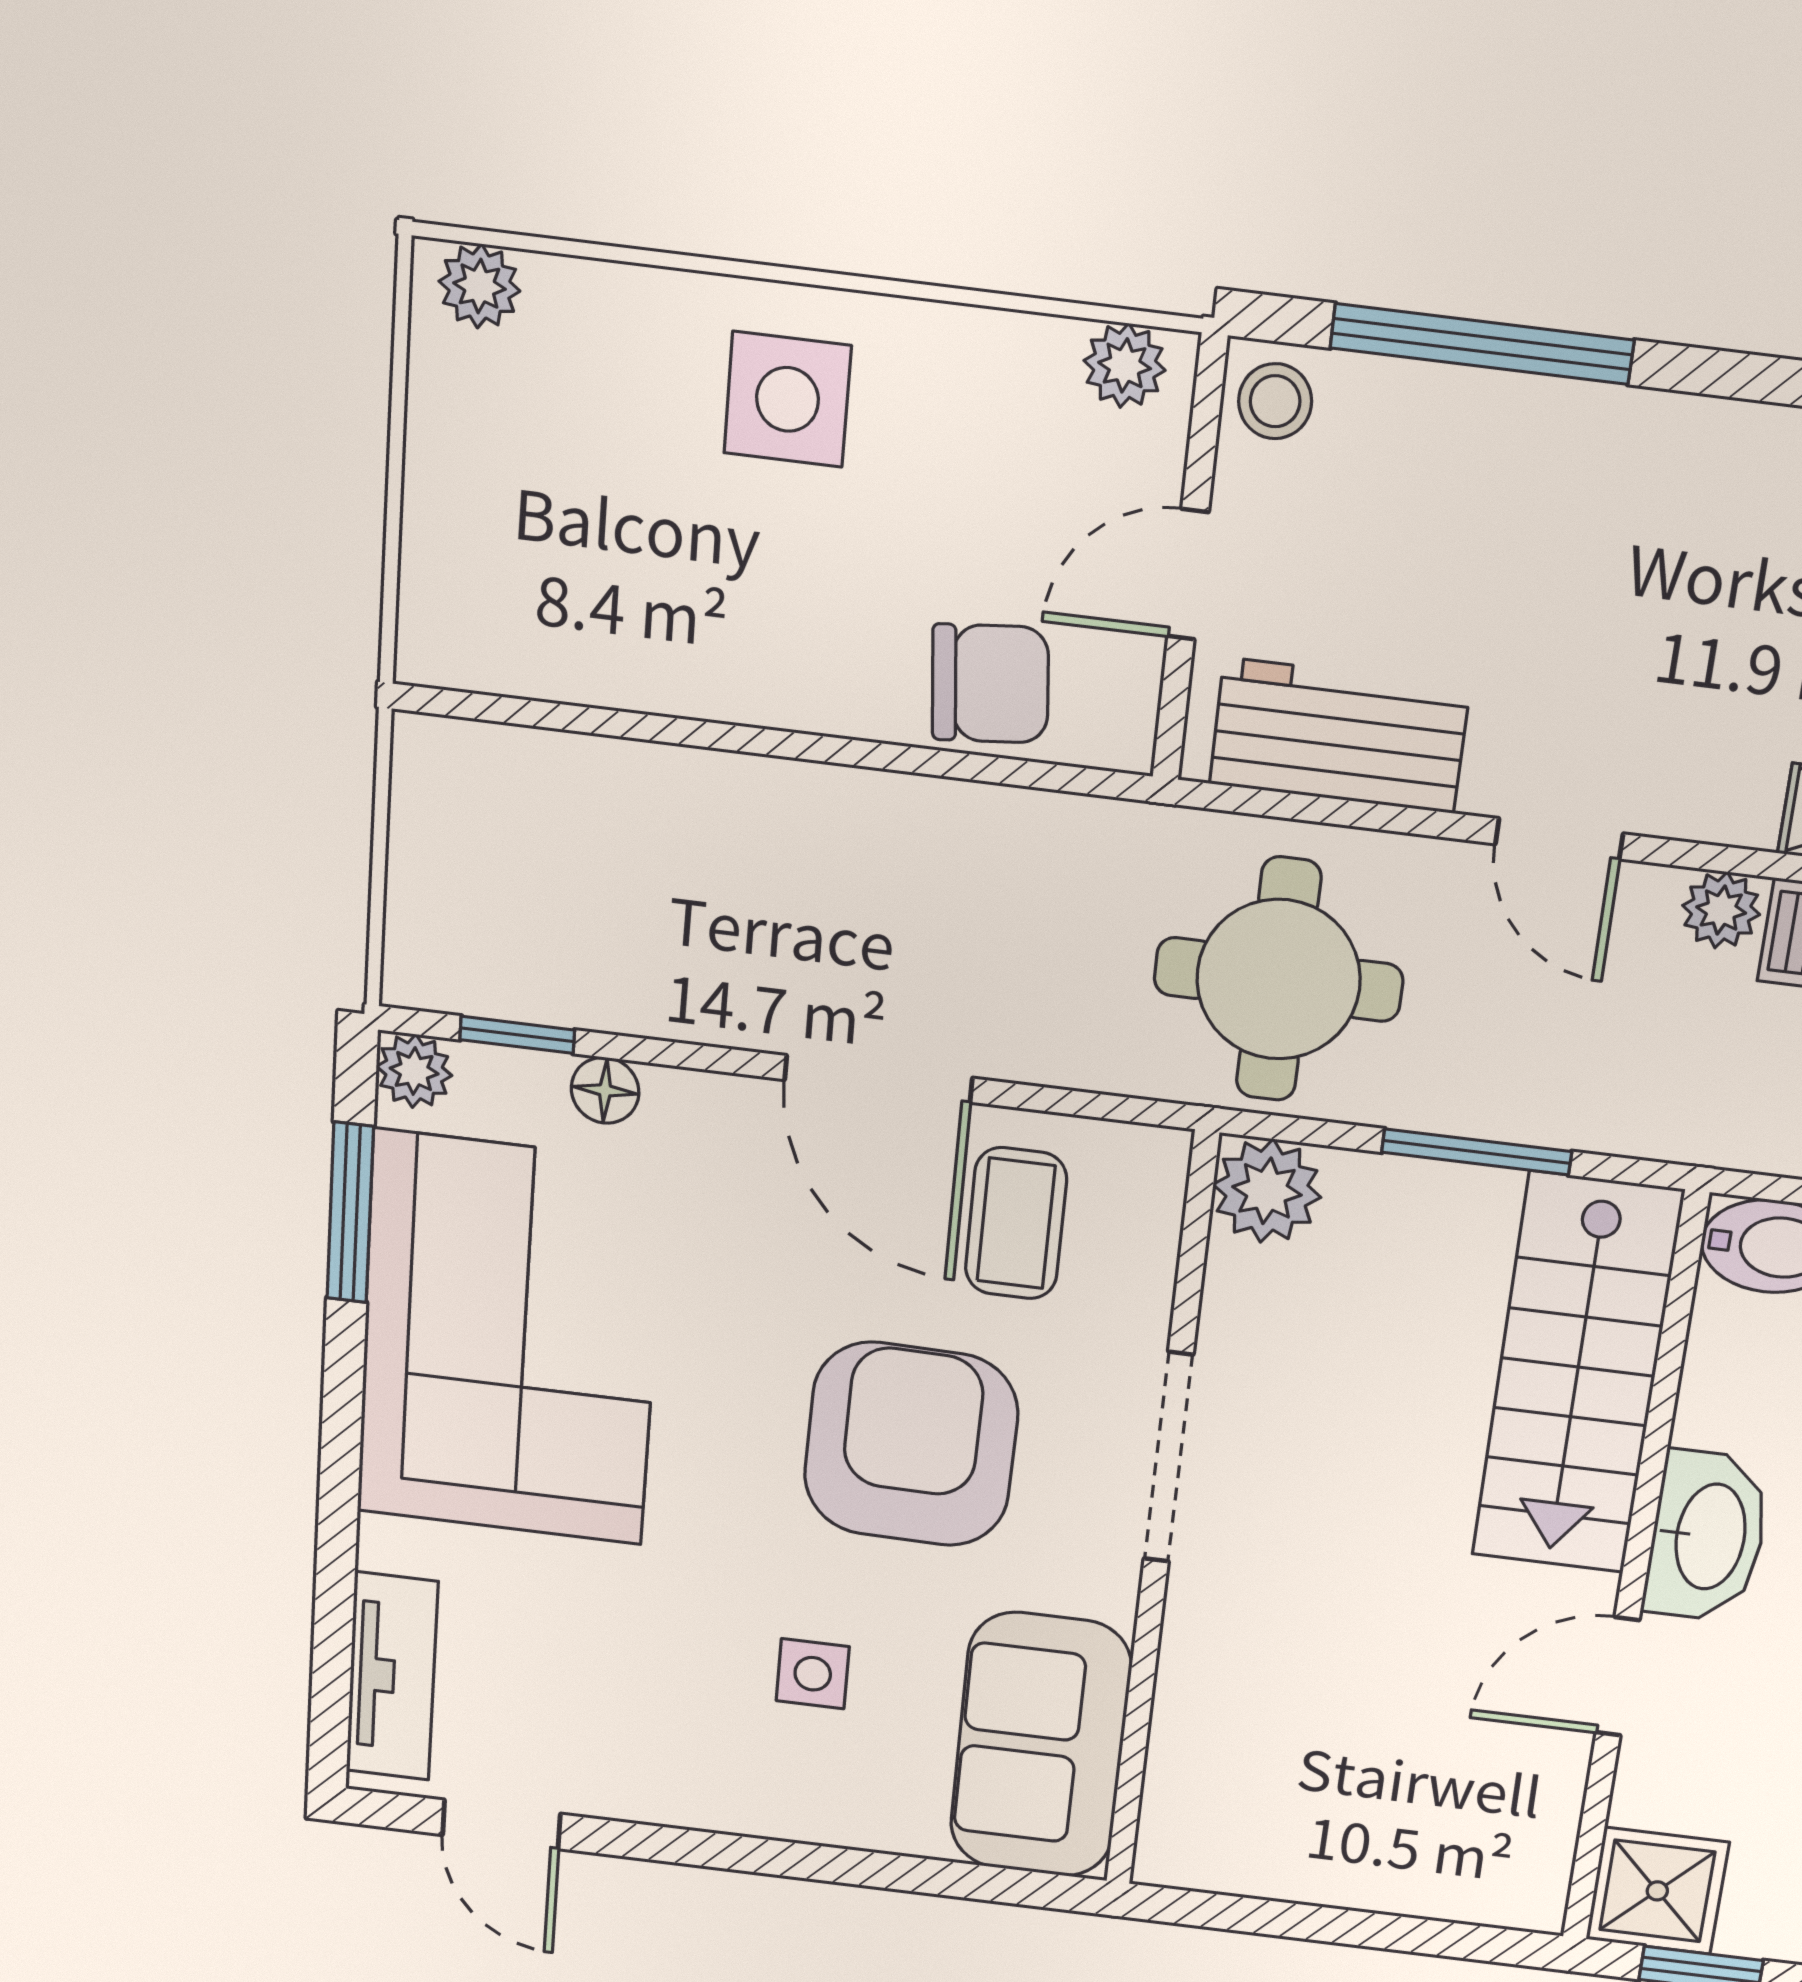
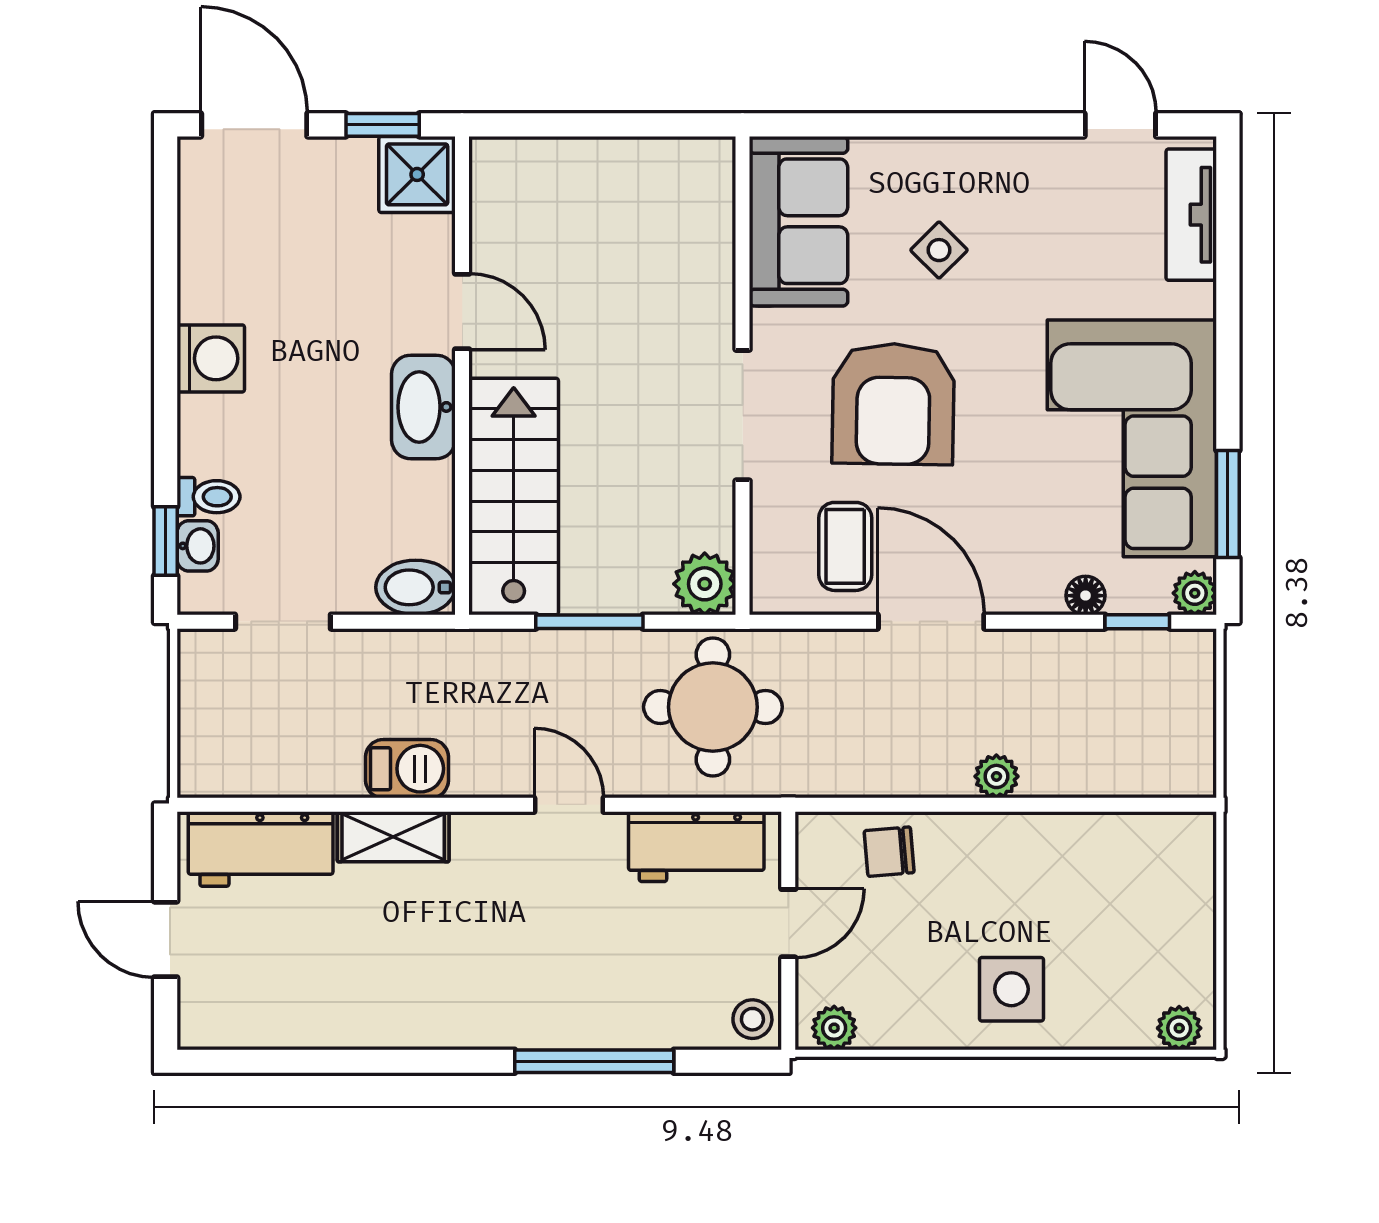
window: (1482, 344) -> (594, 1061), moved
chair: (990, 684) -> (889, 852), width x0.73, depth x0.73
plant: (1721, 910) -> (996, 776), moved
side table: (813, 1674) -> (939, 250), turned 45
door: (1618, 1676) -> (462, 311), hinge flipped

